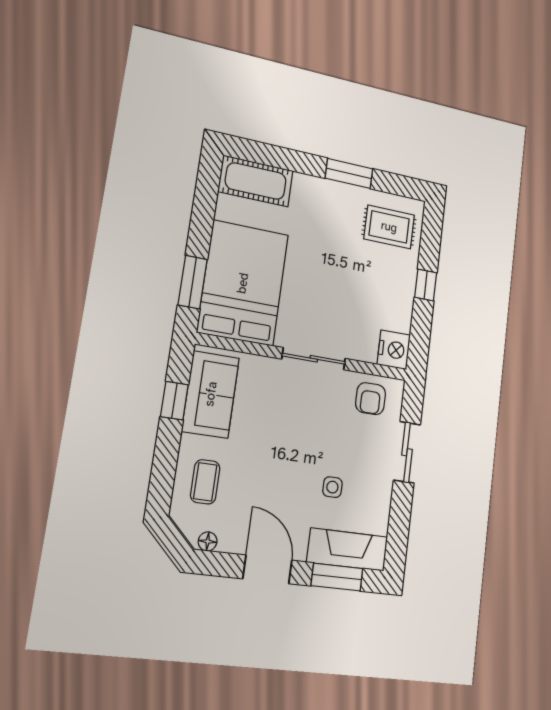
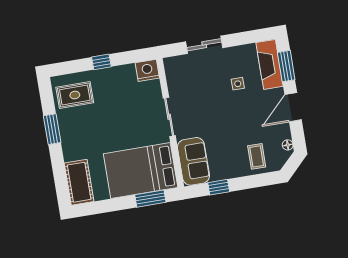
rug: (389, 227) -> (75, 95), turned 90
sofa: (211, 394) -> (193, 161), moved, turned 90
armchair: (371, 399) -> (181, 76), removed
coffee table: (205, 482) -> (257, 156), turned 90

